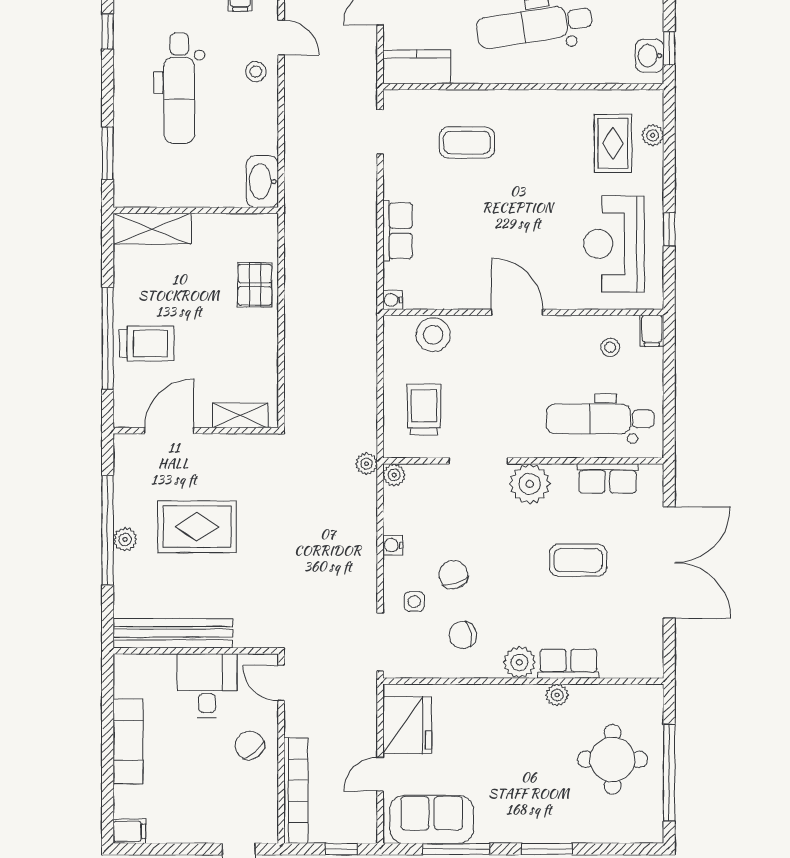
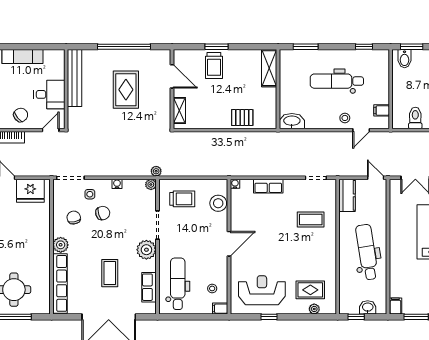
washbasin: (650, 56) -> (368, 307), moved
coffee table: (467, 143) -> (311, 220), turned 90
window: (108, 338) -> (217, 47), width x0.47
plant: (125, 539) -> (120, 55), removed
row of seats: (568, 664) -> (60, 283), width x2.02
plant: (557, 695) -> (45, 263), removed

